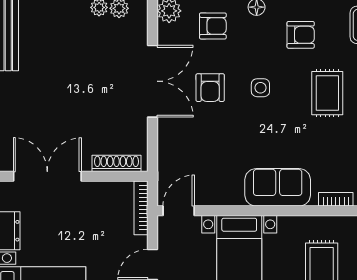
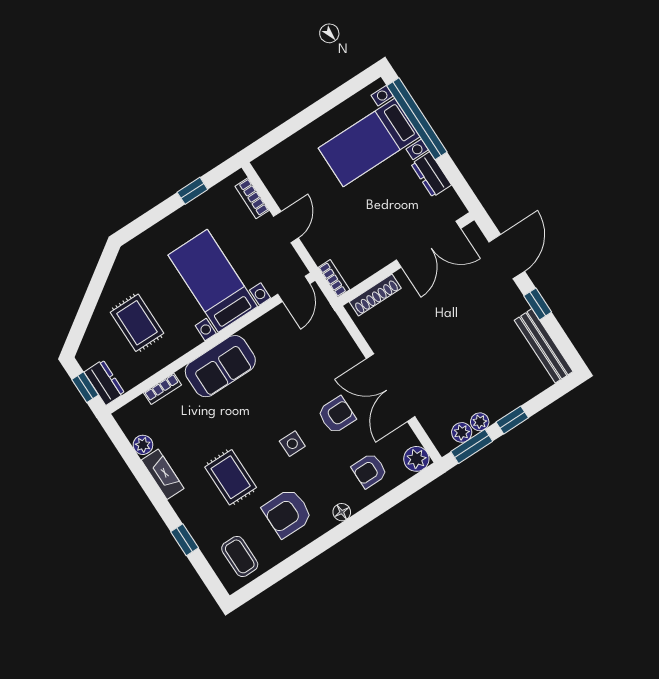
armchair: (301, 35) -> (287, 513), width x1.38, depth x1.38
armchair: (210, 88) -> (337, 415), turned 90
bookcase: (141, 208) -> (334, 279), width x0.64

